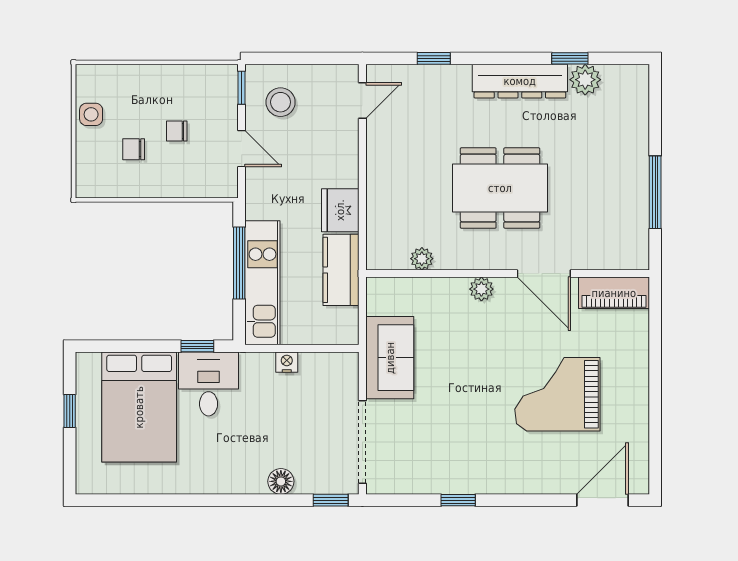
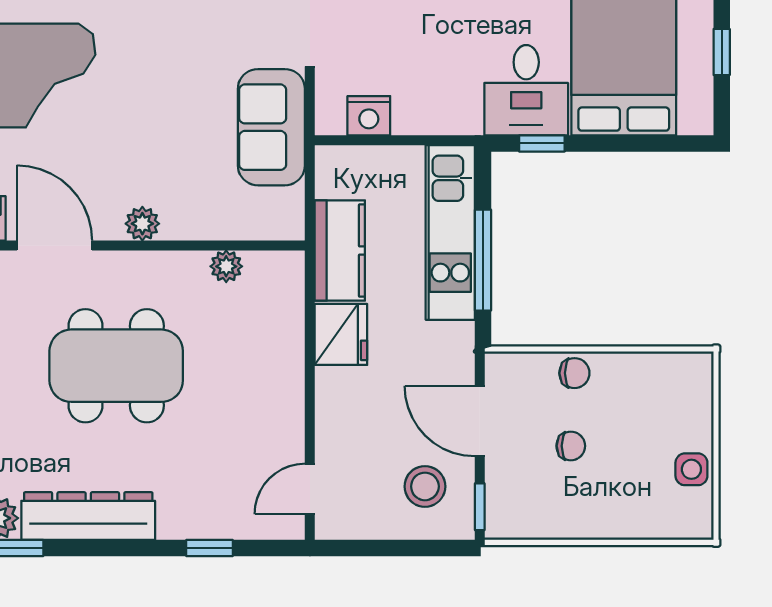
chair: (134, 149) -> (574, 373), moved
door: (242, 149) -> (480, 421), width x1.38
nightstand: (287, 362) -> (369, 116), moved, width x1.39, depth x1.35

